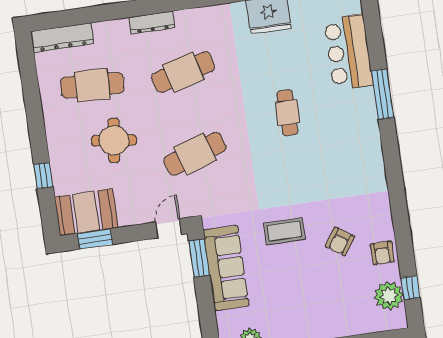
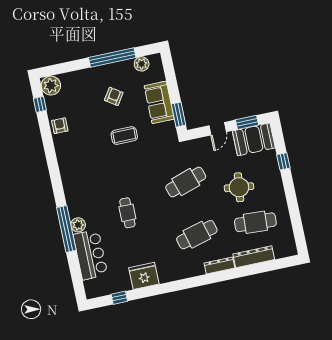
dresser: (62, 38) -> (254, 257), moved
window: (383, 94) -> (66, 229), width x1.46
plant: (364, 99) -> (78, 225), added
door: (169, 228) -> (218, 129), moved
armchair: (340, 241) -> (114, 96), moved
sofa: (226, 268) -> (159, 102), width x0.73
plant: (389, 296) -> (51, 86), moved

